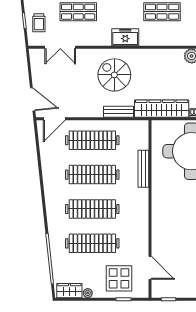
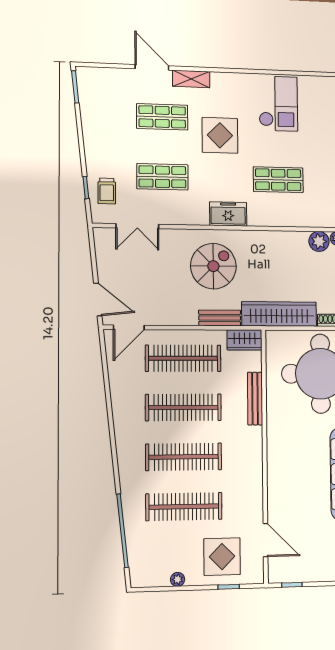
spiral stairs: (114, 75) -> (213, 266), turned 90
wardrobe: (69, 291) -> (244, 340), moved, turned 180

